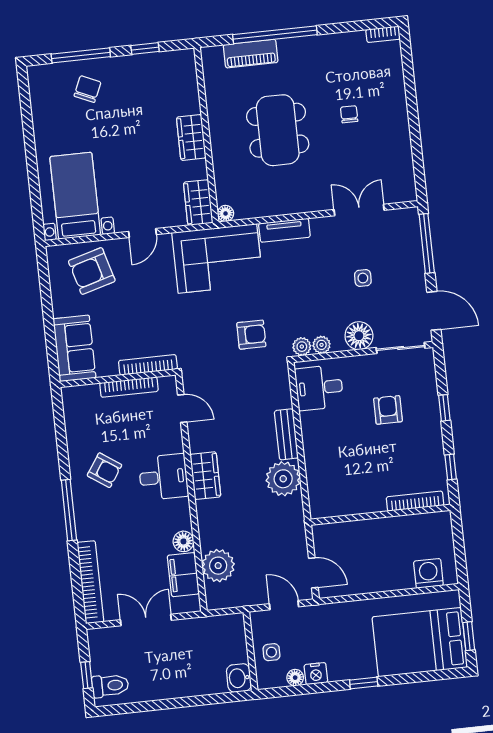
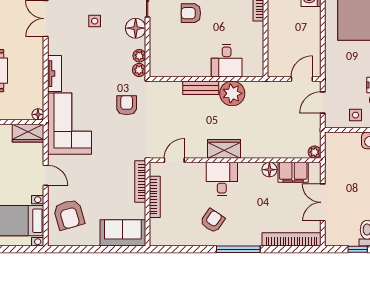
desk: (319, 388) -> (227, 61), moved
plant: (218, 566) -> (315, 152), moved, width x0.53, depth x0.53

